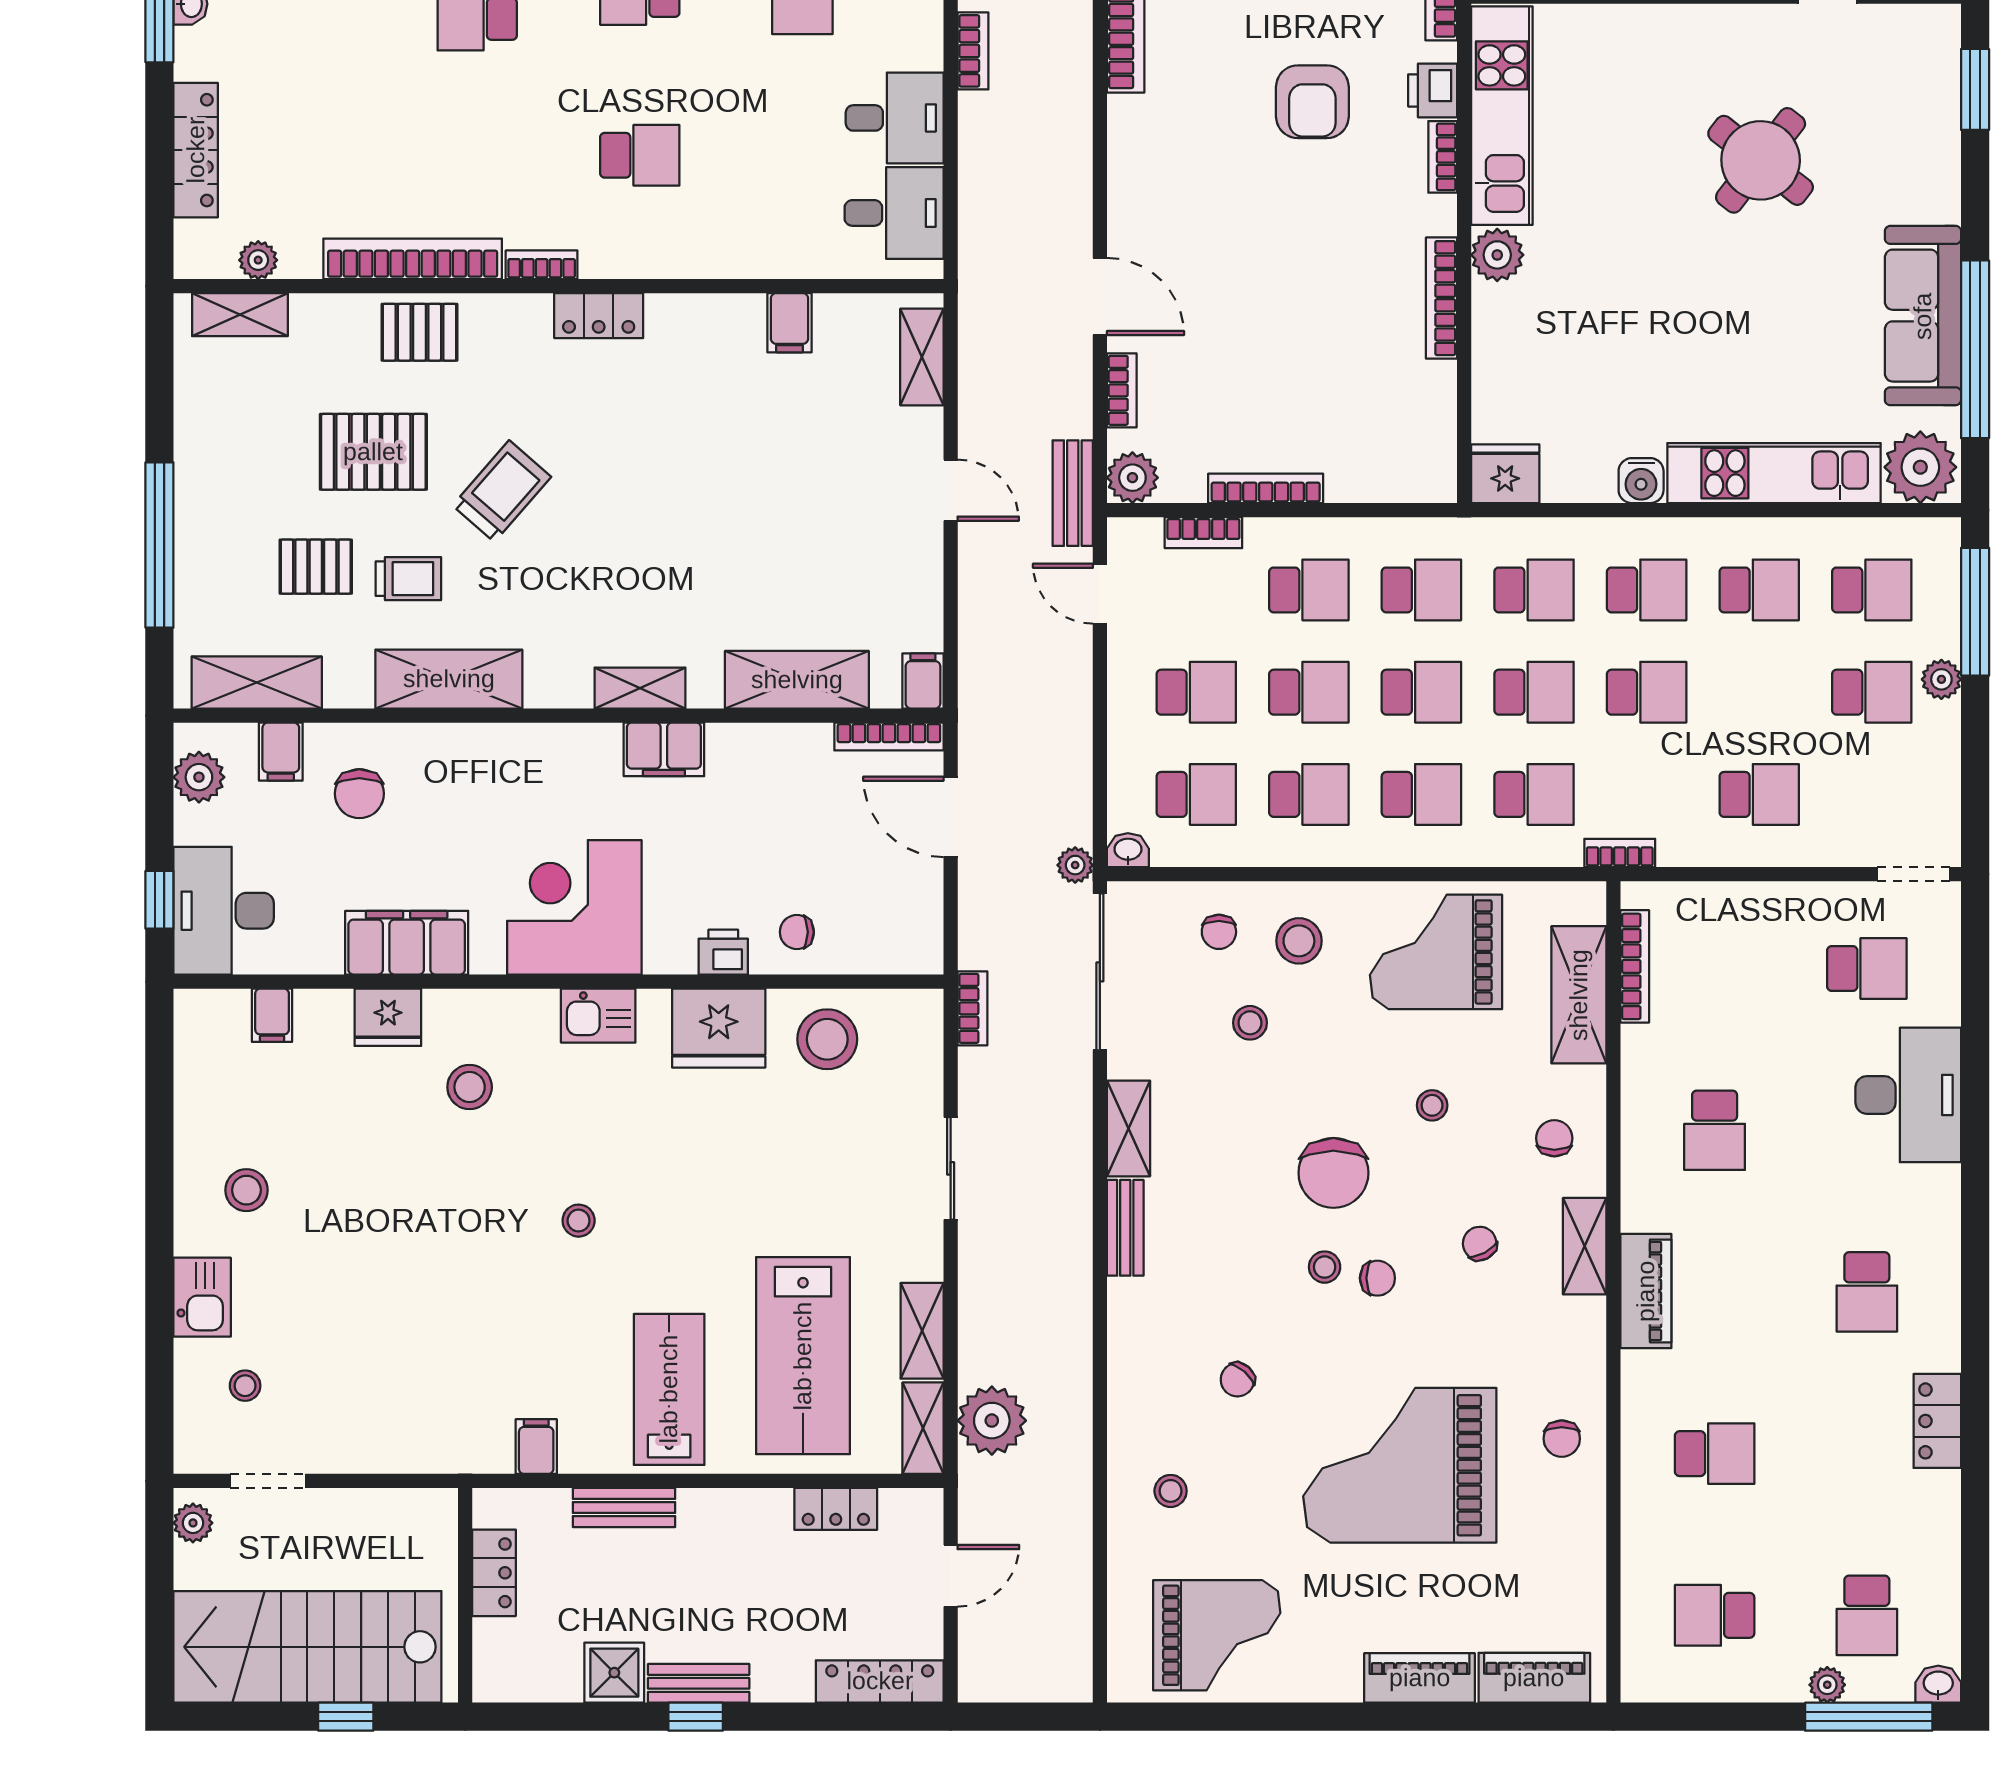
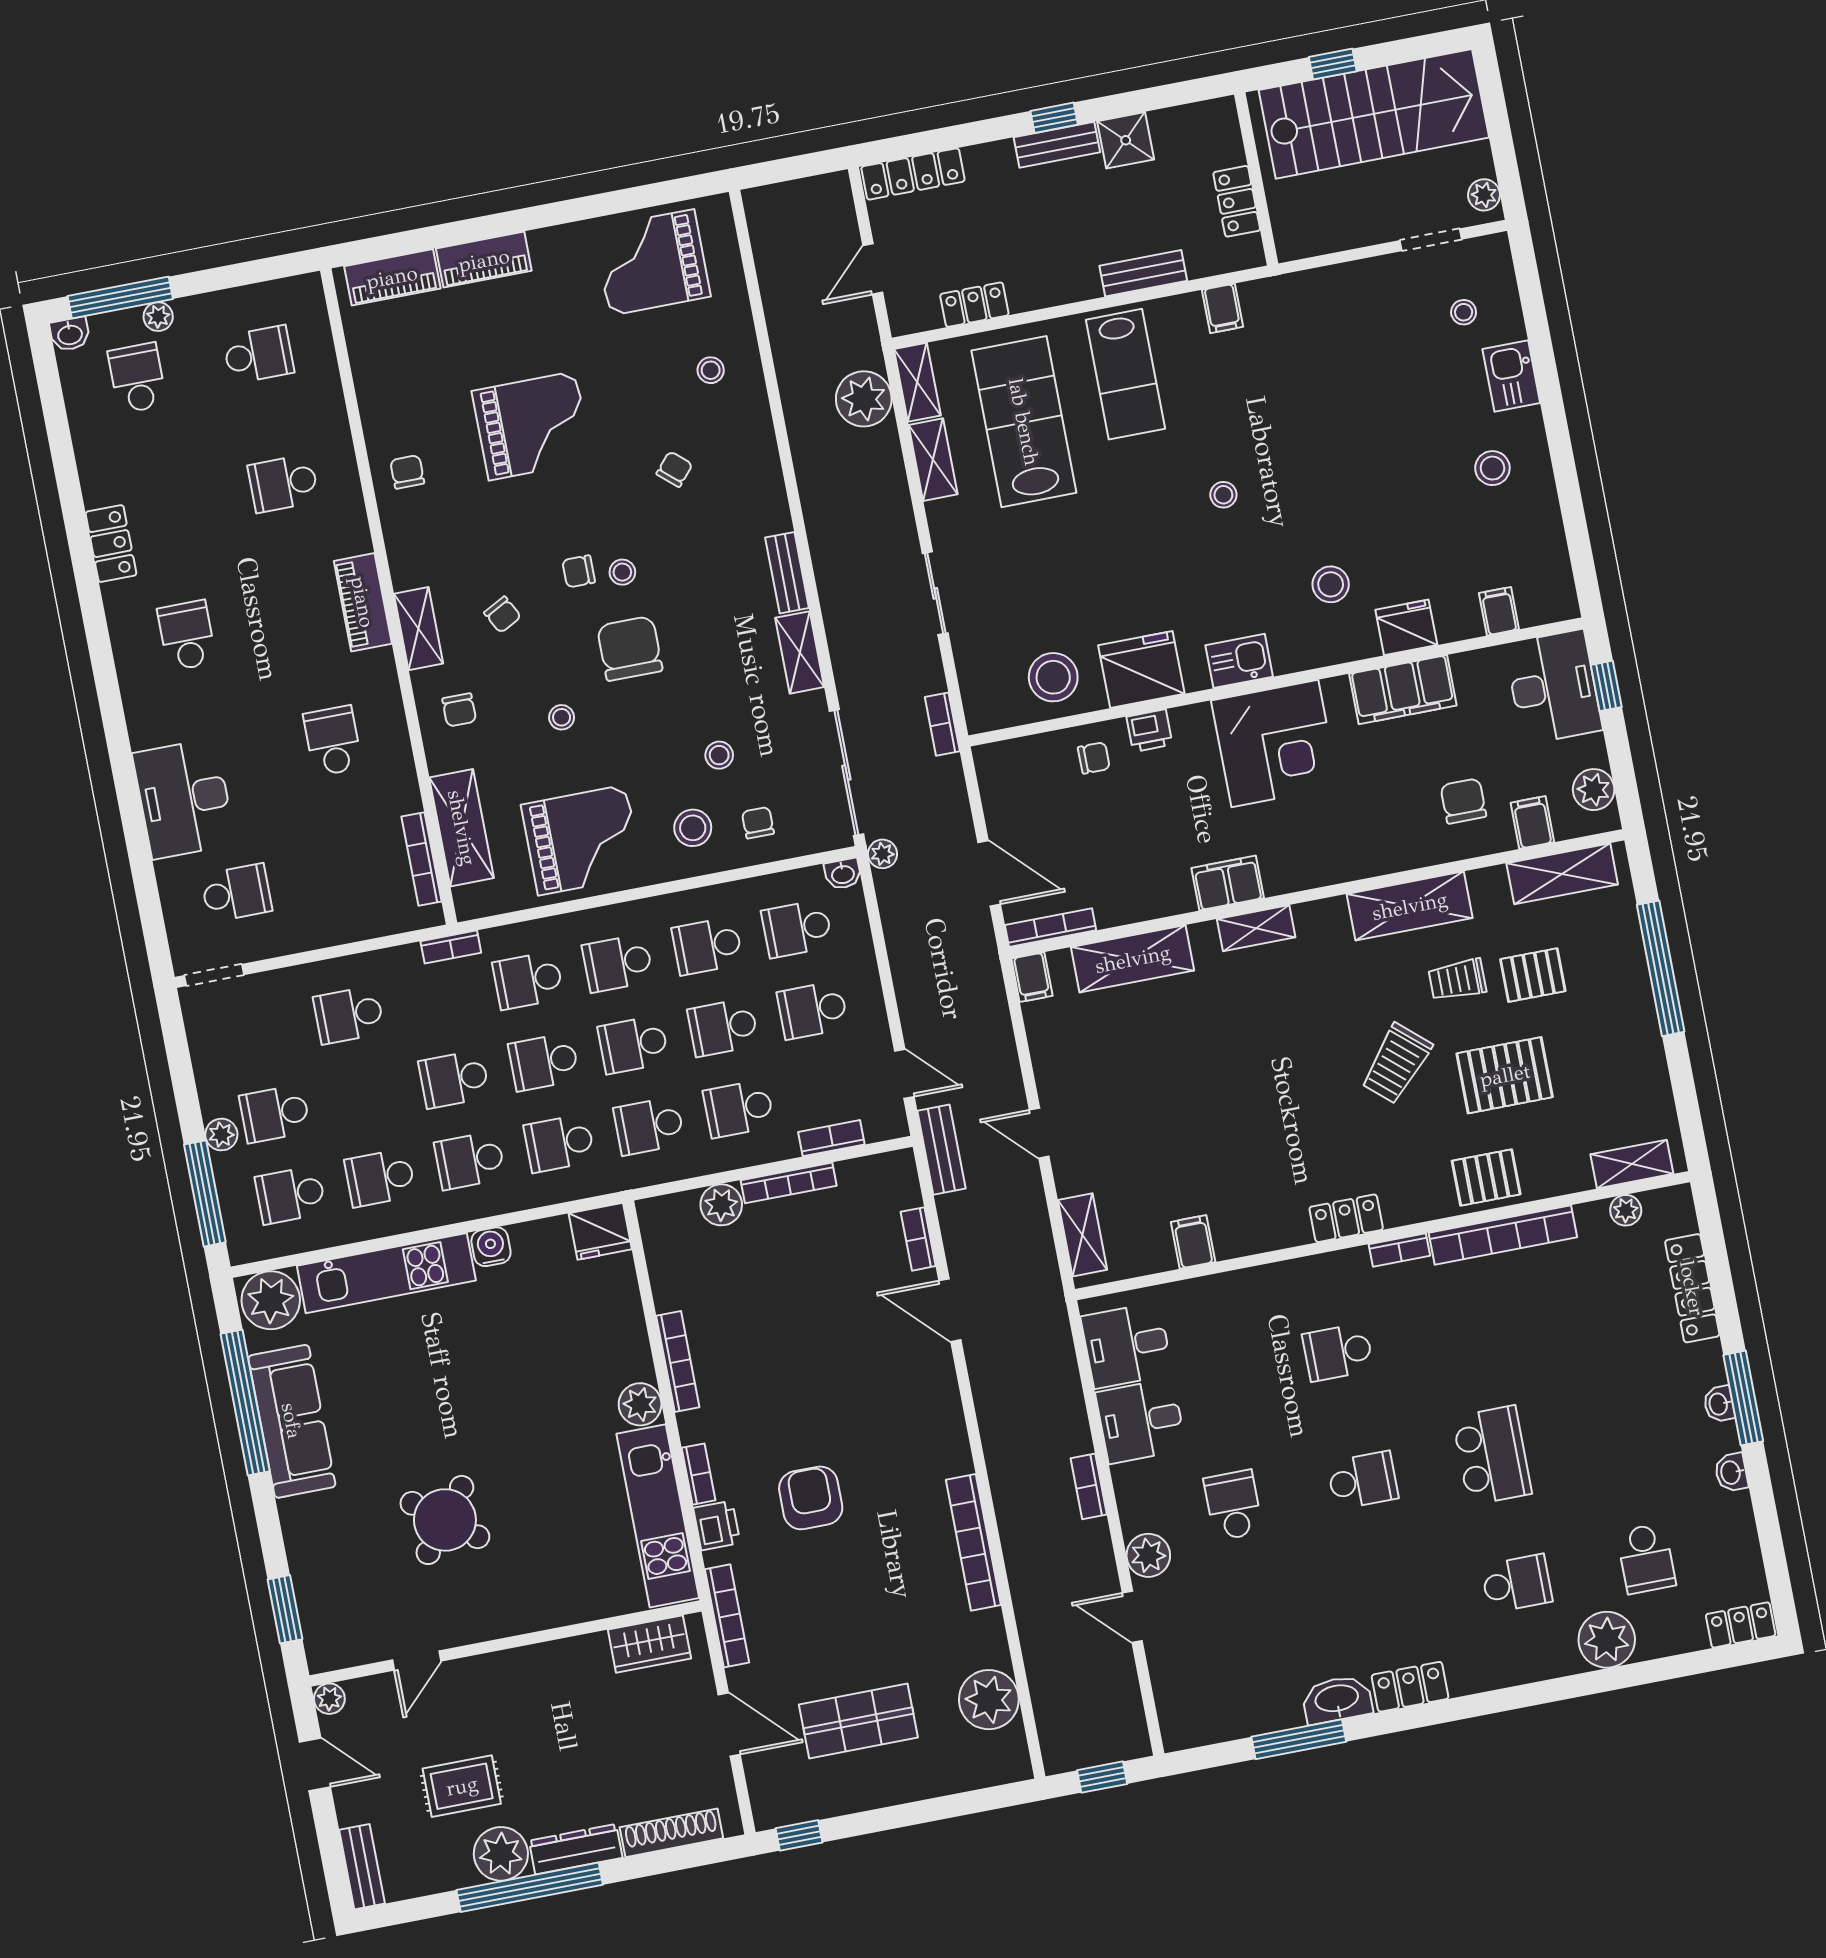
plant: (1132, 478) -> (721, 1205), moved
school desk: (1867, 969) -> (236, 893), turned 180
grand piano: (1400, 1465) -> (532, 426), width x0.73, depth x0.68

